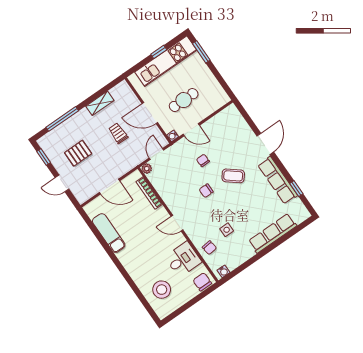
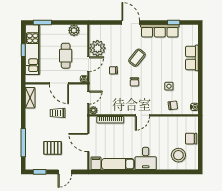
plant: (216, 90) -> (74, 30), added
shelving: (100, 103) -> (30, 98), moved
door: (150, 113) -> (59, 83), hinge flipped
plant: (214, 128) -> (97, 48), added
pallet: (78, 153) -> (53, 148), turned 90
door: (156, 154) -> (88, 97), swing flipped
door: (109, 187) -> (88, 143), swing flipped
filing cabinet: (93, 209) -> (96, 163), added
row of seats: (273, 233) -> (192, 58), width x0.68
desk: (183, 259) -> (146, 158), moved, turned 180
chair: (202, 282) -> (191, 139), moved

